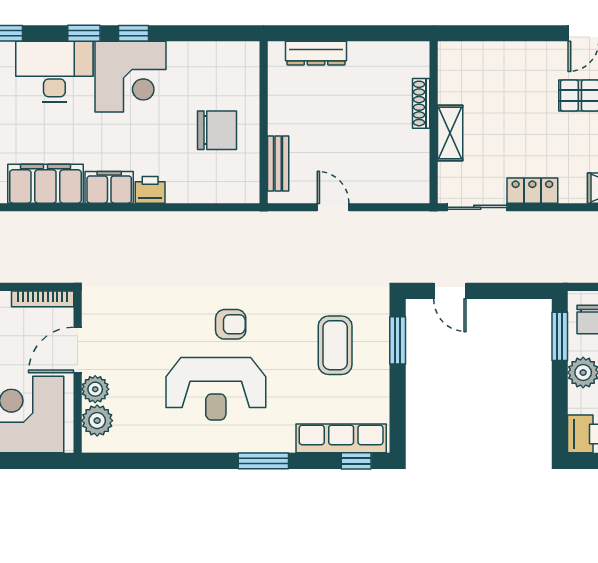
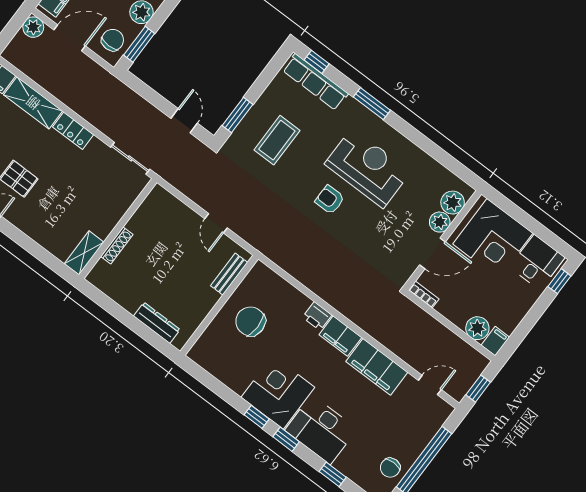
shelving: (450, 133) -> (84, 253), moved
locker: (532, 191) -> (73, 131), moved
bookcase: (43, 299) -> (424, 295), width x0.64

